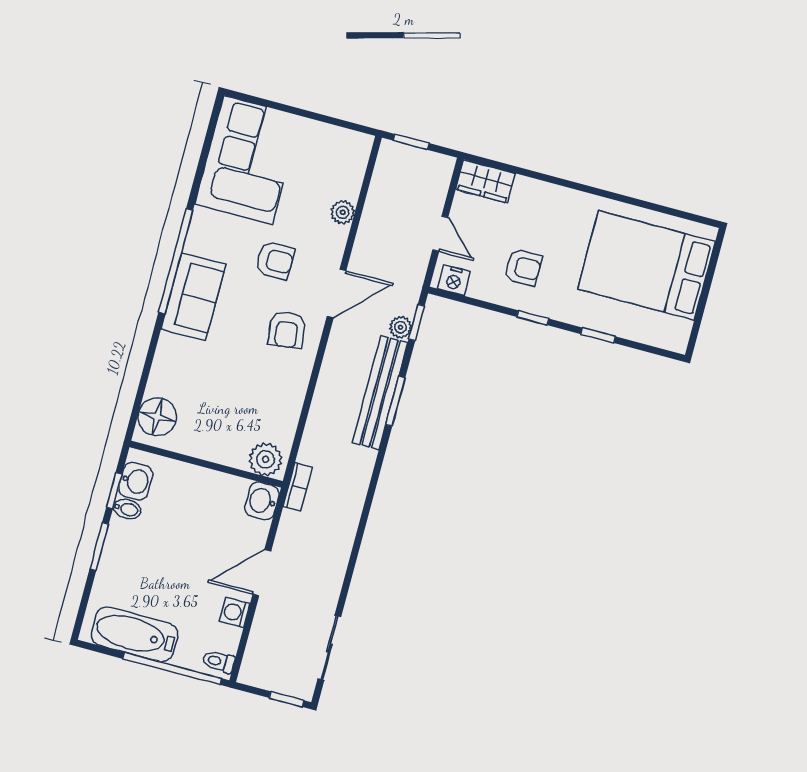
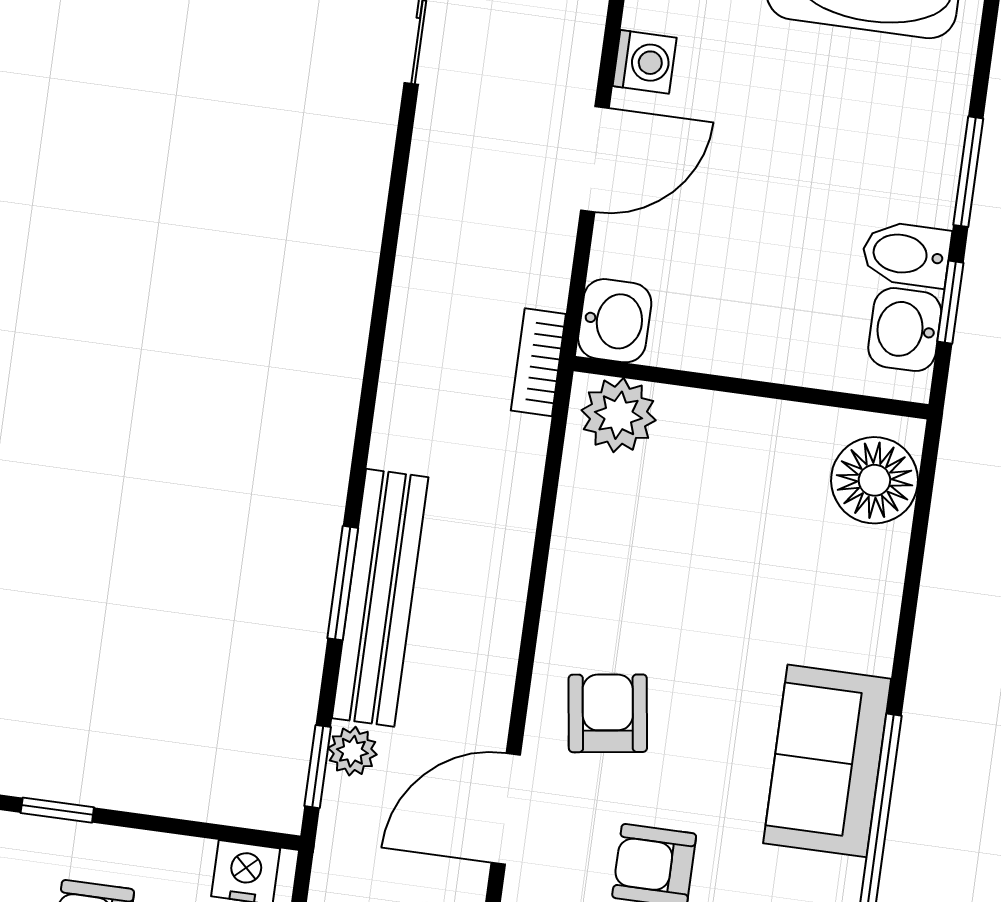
bidet: (127, 509) -> (906, 254), width x1.38, depth x1.36

